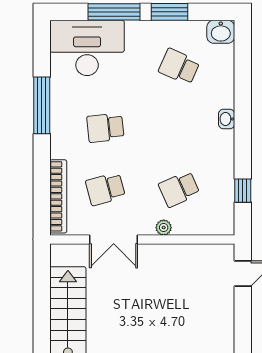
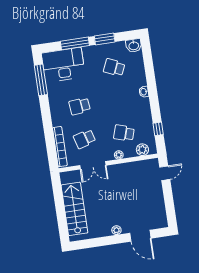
window: (42, 105) -> (41, 80), moved
school desk: (179, 189) -> (124, 133), turned 42
plant: (208, 224) -> (142, 150), added

